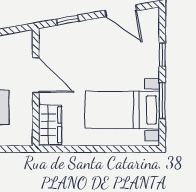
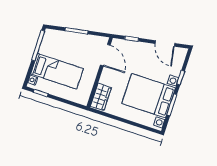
door: (36, 75) -> (105, 55), moved
bed with nightstands: (122, 110) -> (149, 96), width x1.36

